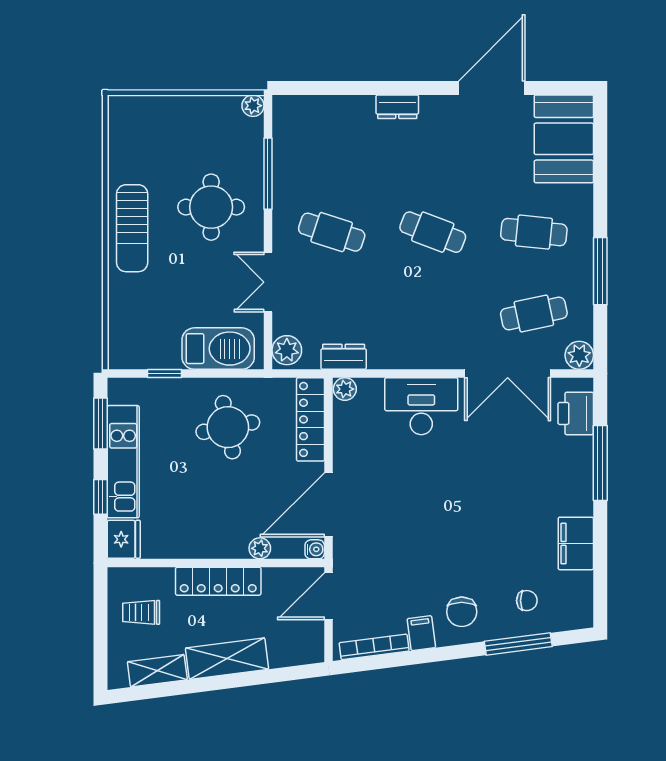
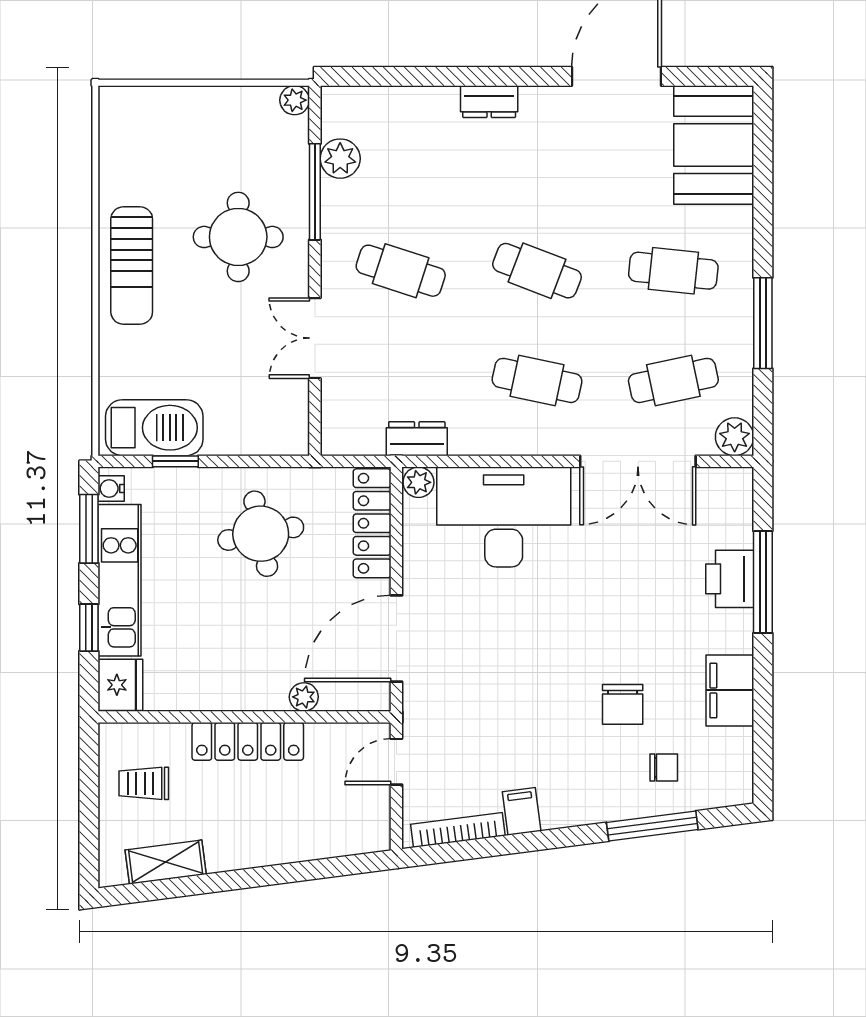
cafe table: (433, 314) -> (537, 380), added
barbecue: (218, 349) -> (154, 428), moved
plant: (287, 350) -> (340, 159), moved
desk: (421, 406) -> (504, 517), width x1.36, depth x1.30
printer: (576, 413) -> (730, 579), moved
water cooler: (315, 549) -> (111, 489), moved, turned 180
door: (328, 596) -> (396, 762), width x0.73
chair: (462, 612) -> (623, 704), moved
shelving: (227, 659) -> (260, 846), removed

